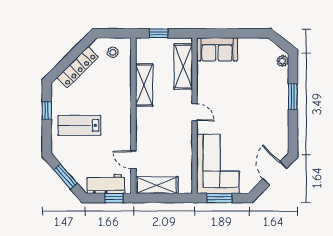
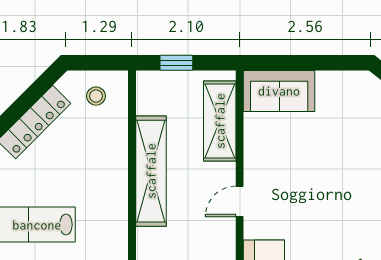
shelving: (144, 85) -> (151, 171), width x1.47
door: (195, 112) -> (240, 201), swing flipped

